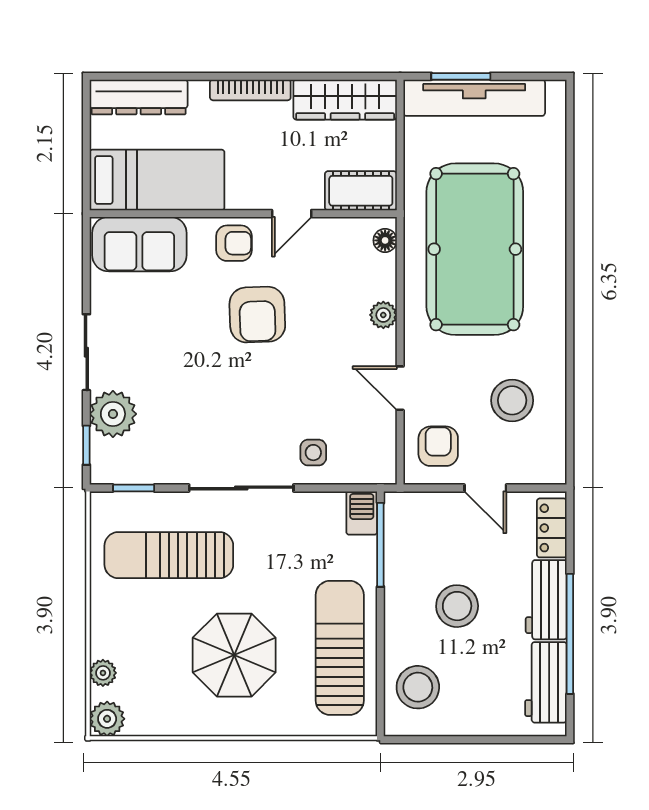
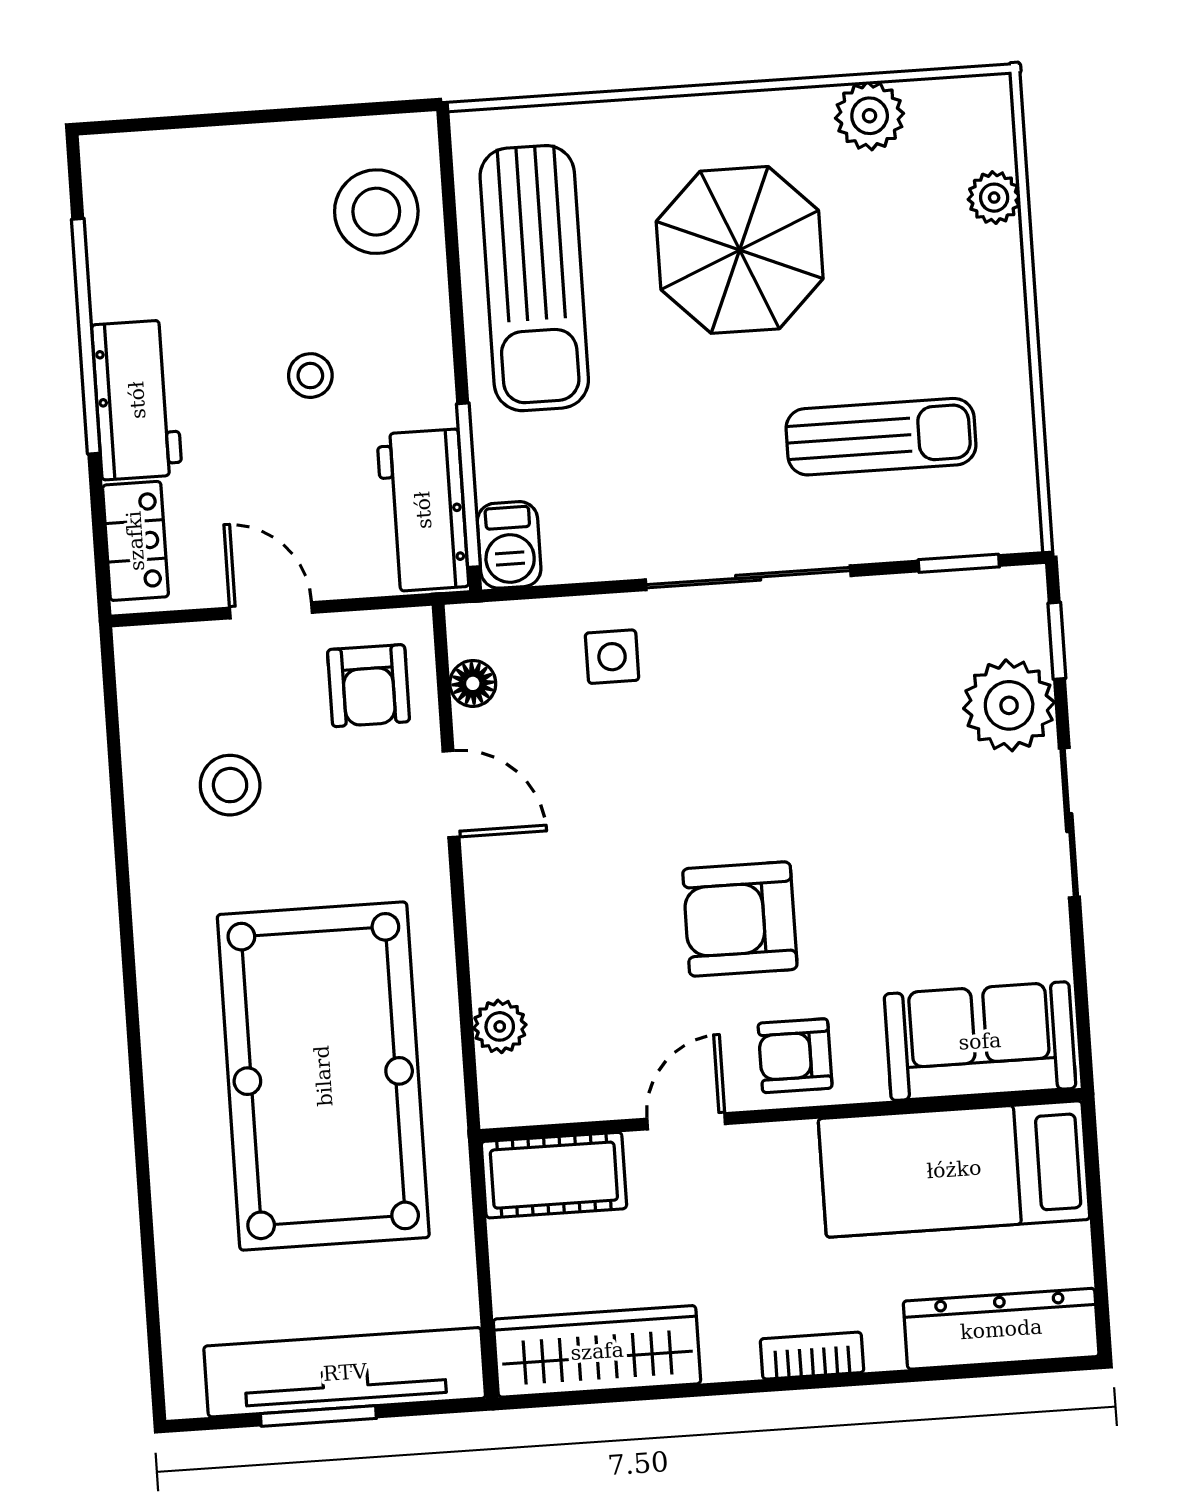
window: (461, 76) -> (318, 1416), moved
bookcase: (250, 90) -> (812, 1356), width x0.64
floor lamp: (385, 240) -> (473, 683), moved
armchair: (257, 315) -> (740, 919), turned -88
plant: (383, 315) -> (500, 1026), moved
stool: (512, 400) -> (230, 785), width x0.73, depth x0.73
sun lounger: (169, 555) -> (881, 437), width x0.73, depth x0.75
stool: (457, 606) -> (310, 376), width x0.53, depth x0.53
workbench: (546, 682) -> (423, 510), moved, turned 180
plant: (107, 719) -> (870, 116), moved

